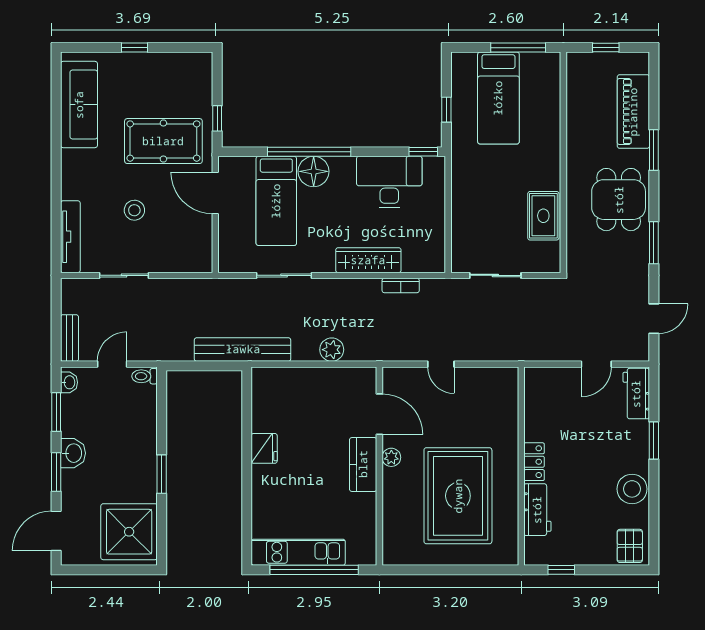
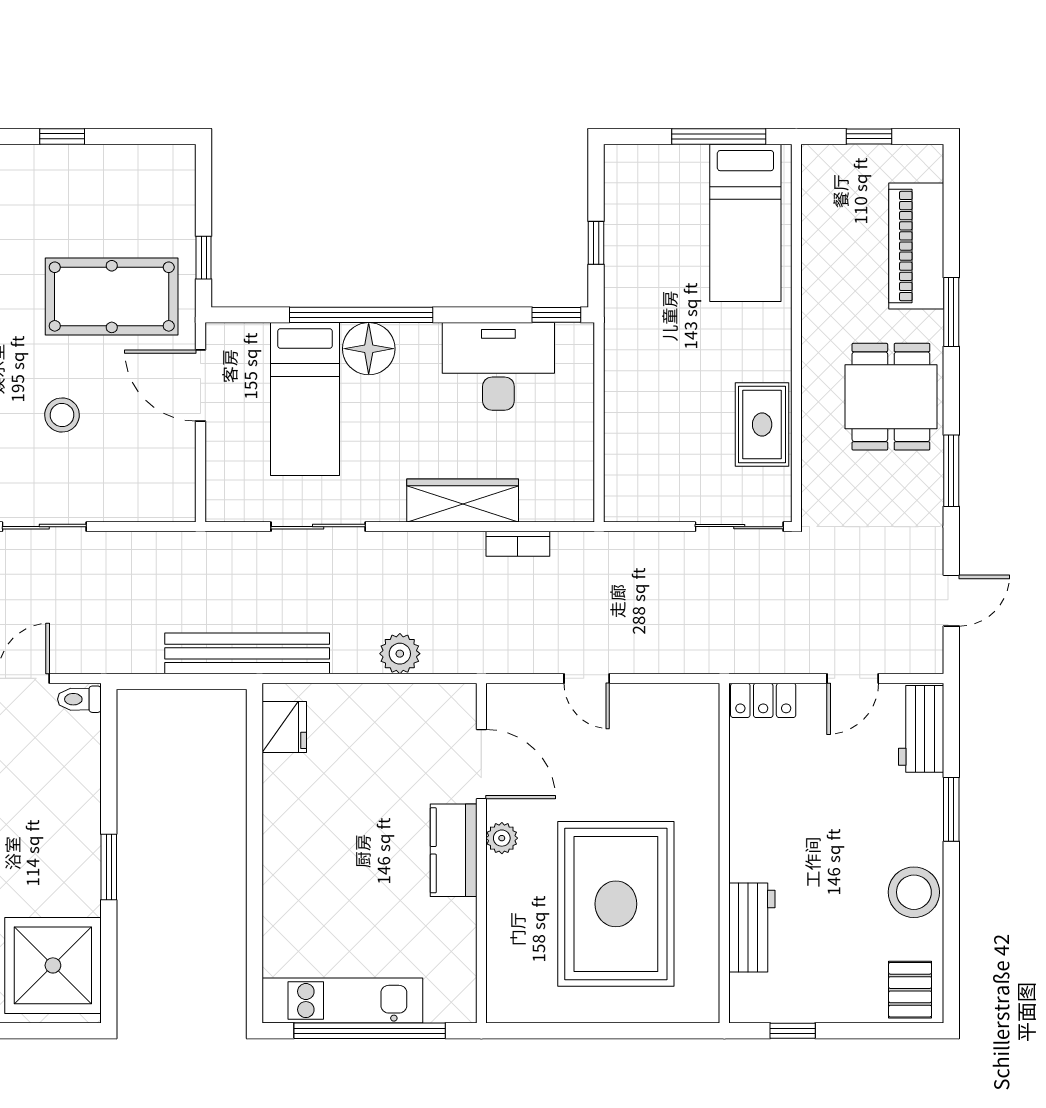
bed: (498, 98) -> (745, 223), moved
sliding door: (495, 275) -> (739, 527), moved
fridge: (264, 448) -> (284, 727), moved
locker: (534, 462) -> (763, 700), moved, turned 90

